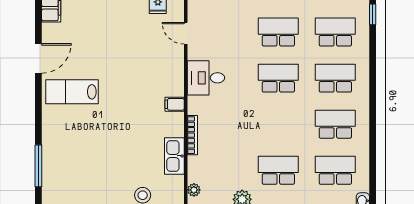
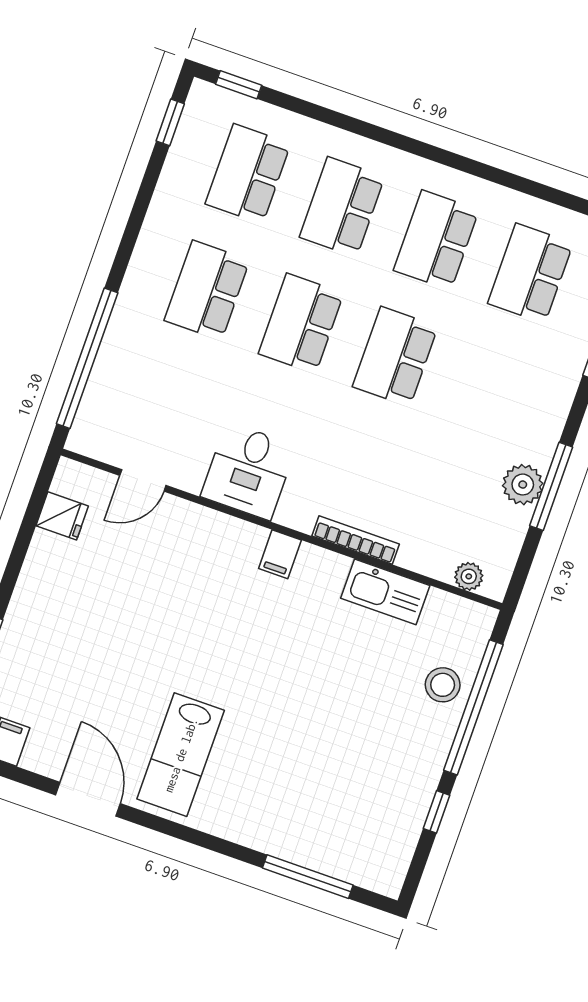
school desk: (278, 170) -> (395, 357), moved

